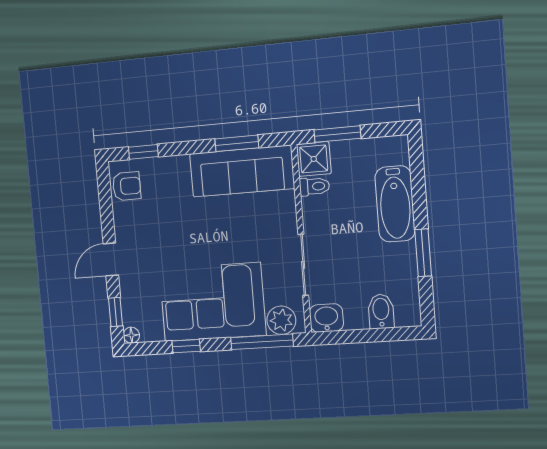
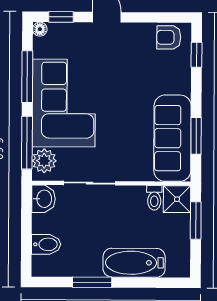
armchair: (127, 186) -> (169, 37), turned 90
window: (186, 346) -> (27, 77), width x2.17

